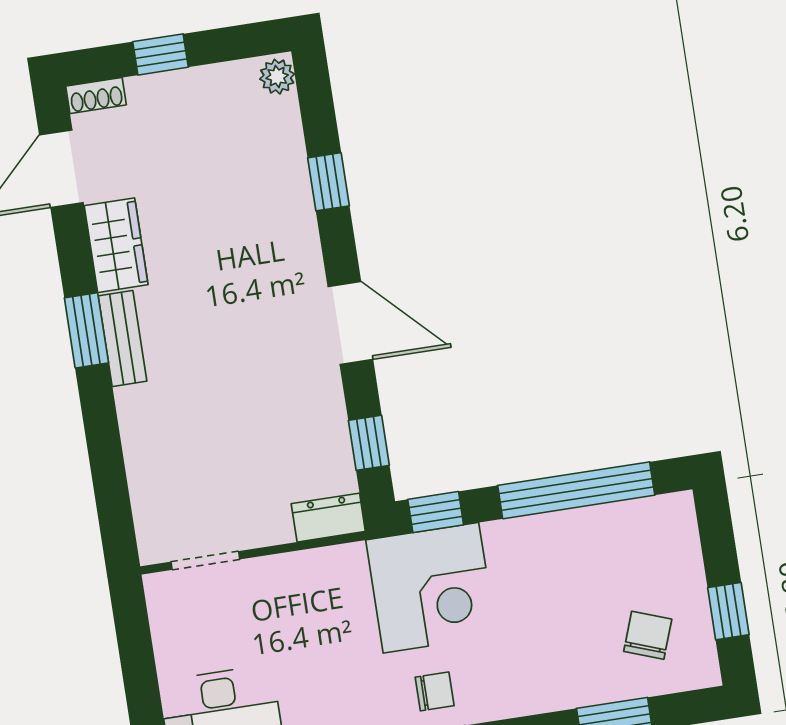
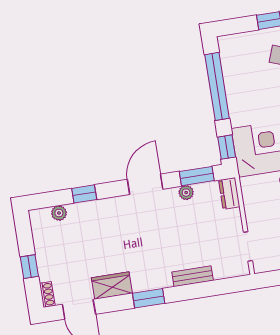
plant: (277, 77) -> (59, 213), moved
bench: (123, 339) -> (193, 276), moved
plant: (331, 418) -> (186, 193), added
window: (369, 443) -> (197, 176), width x1.50

